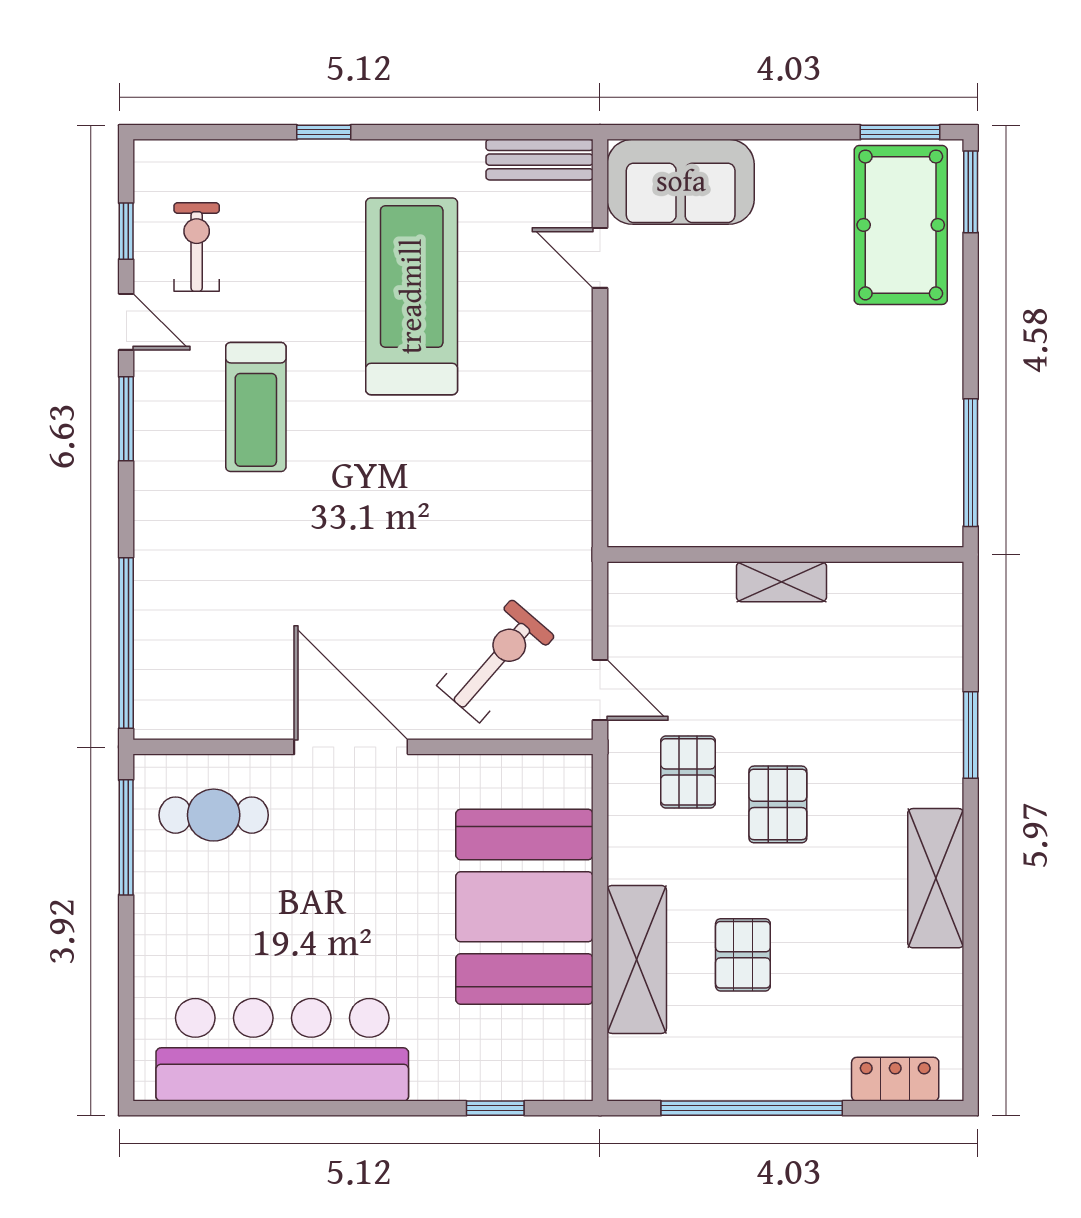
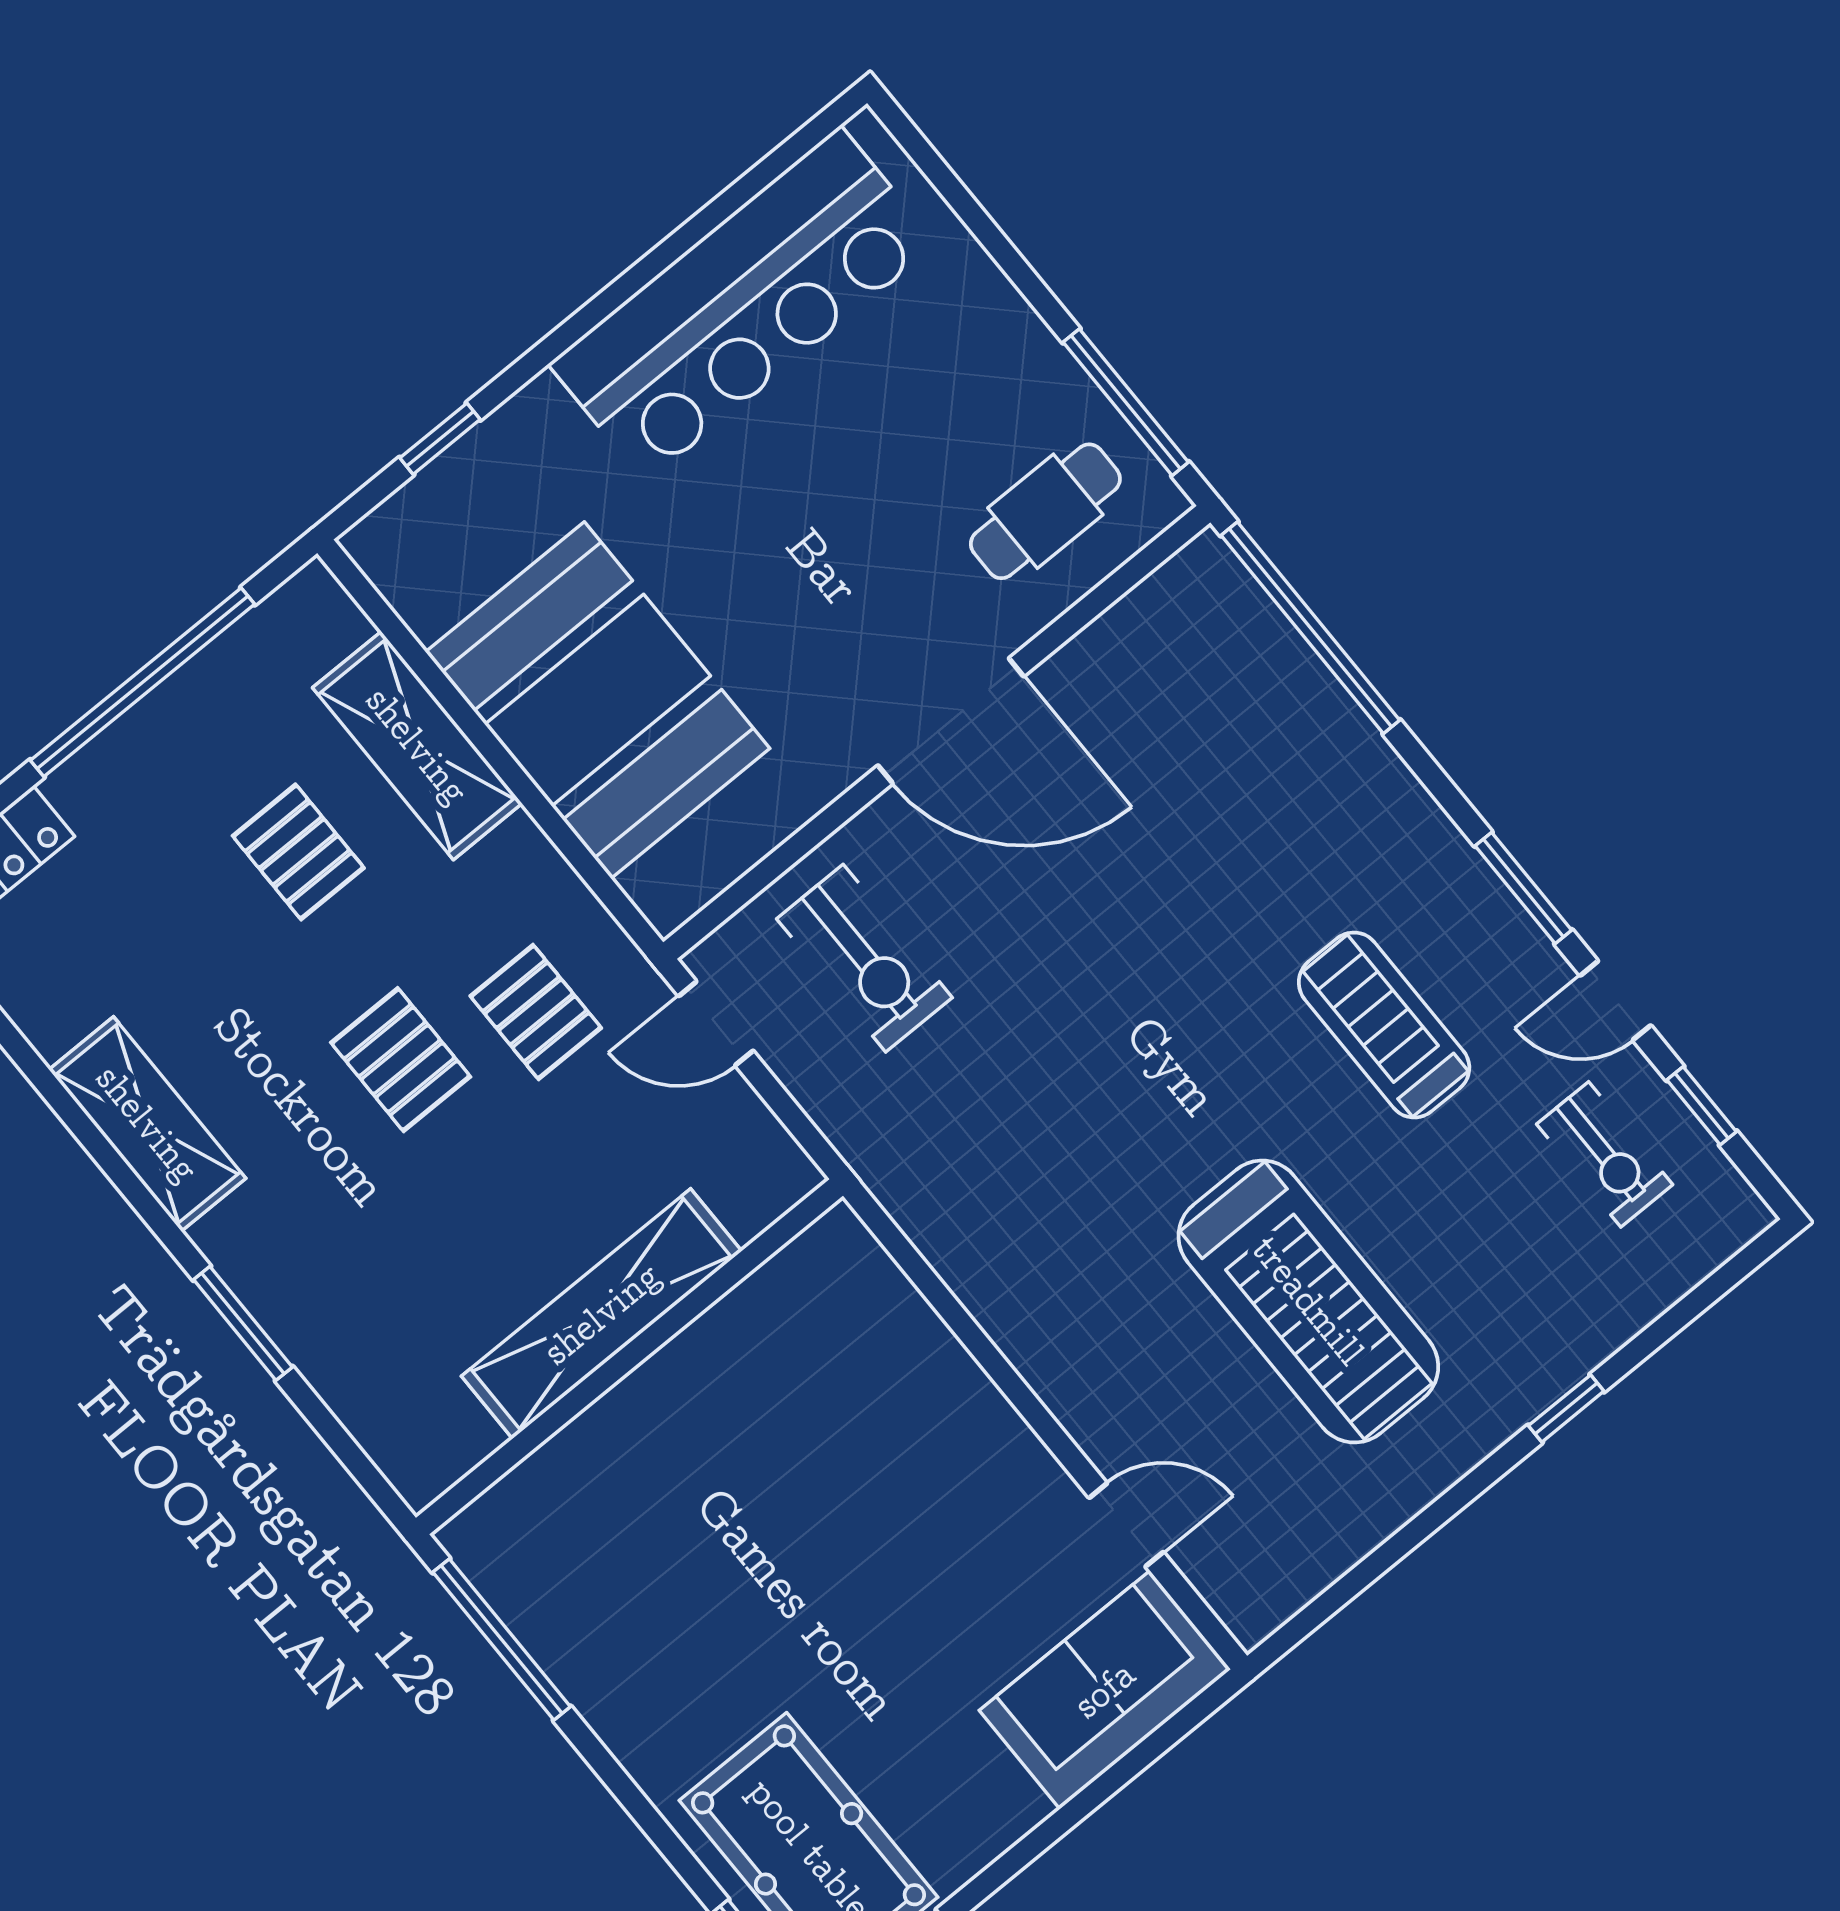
bench: (540, 160) -> (1290, 1582), removed
shelving: (781, 582) -> (602, 1314), width x2.20, depth x1.33
exercise bike: (496, 661) -> (864, 958), turned -41

